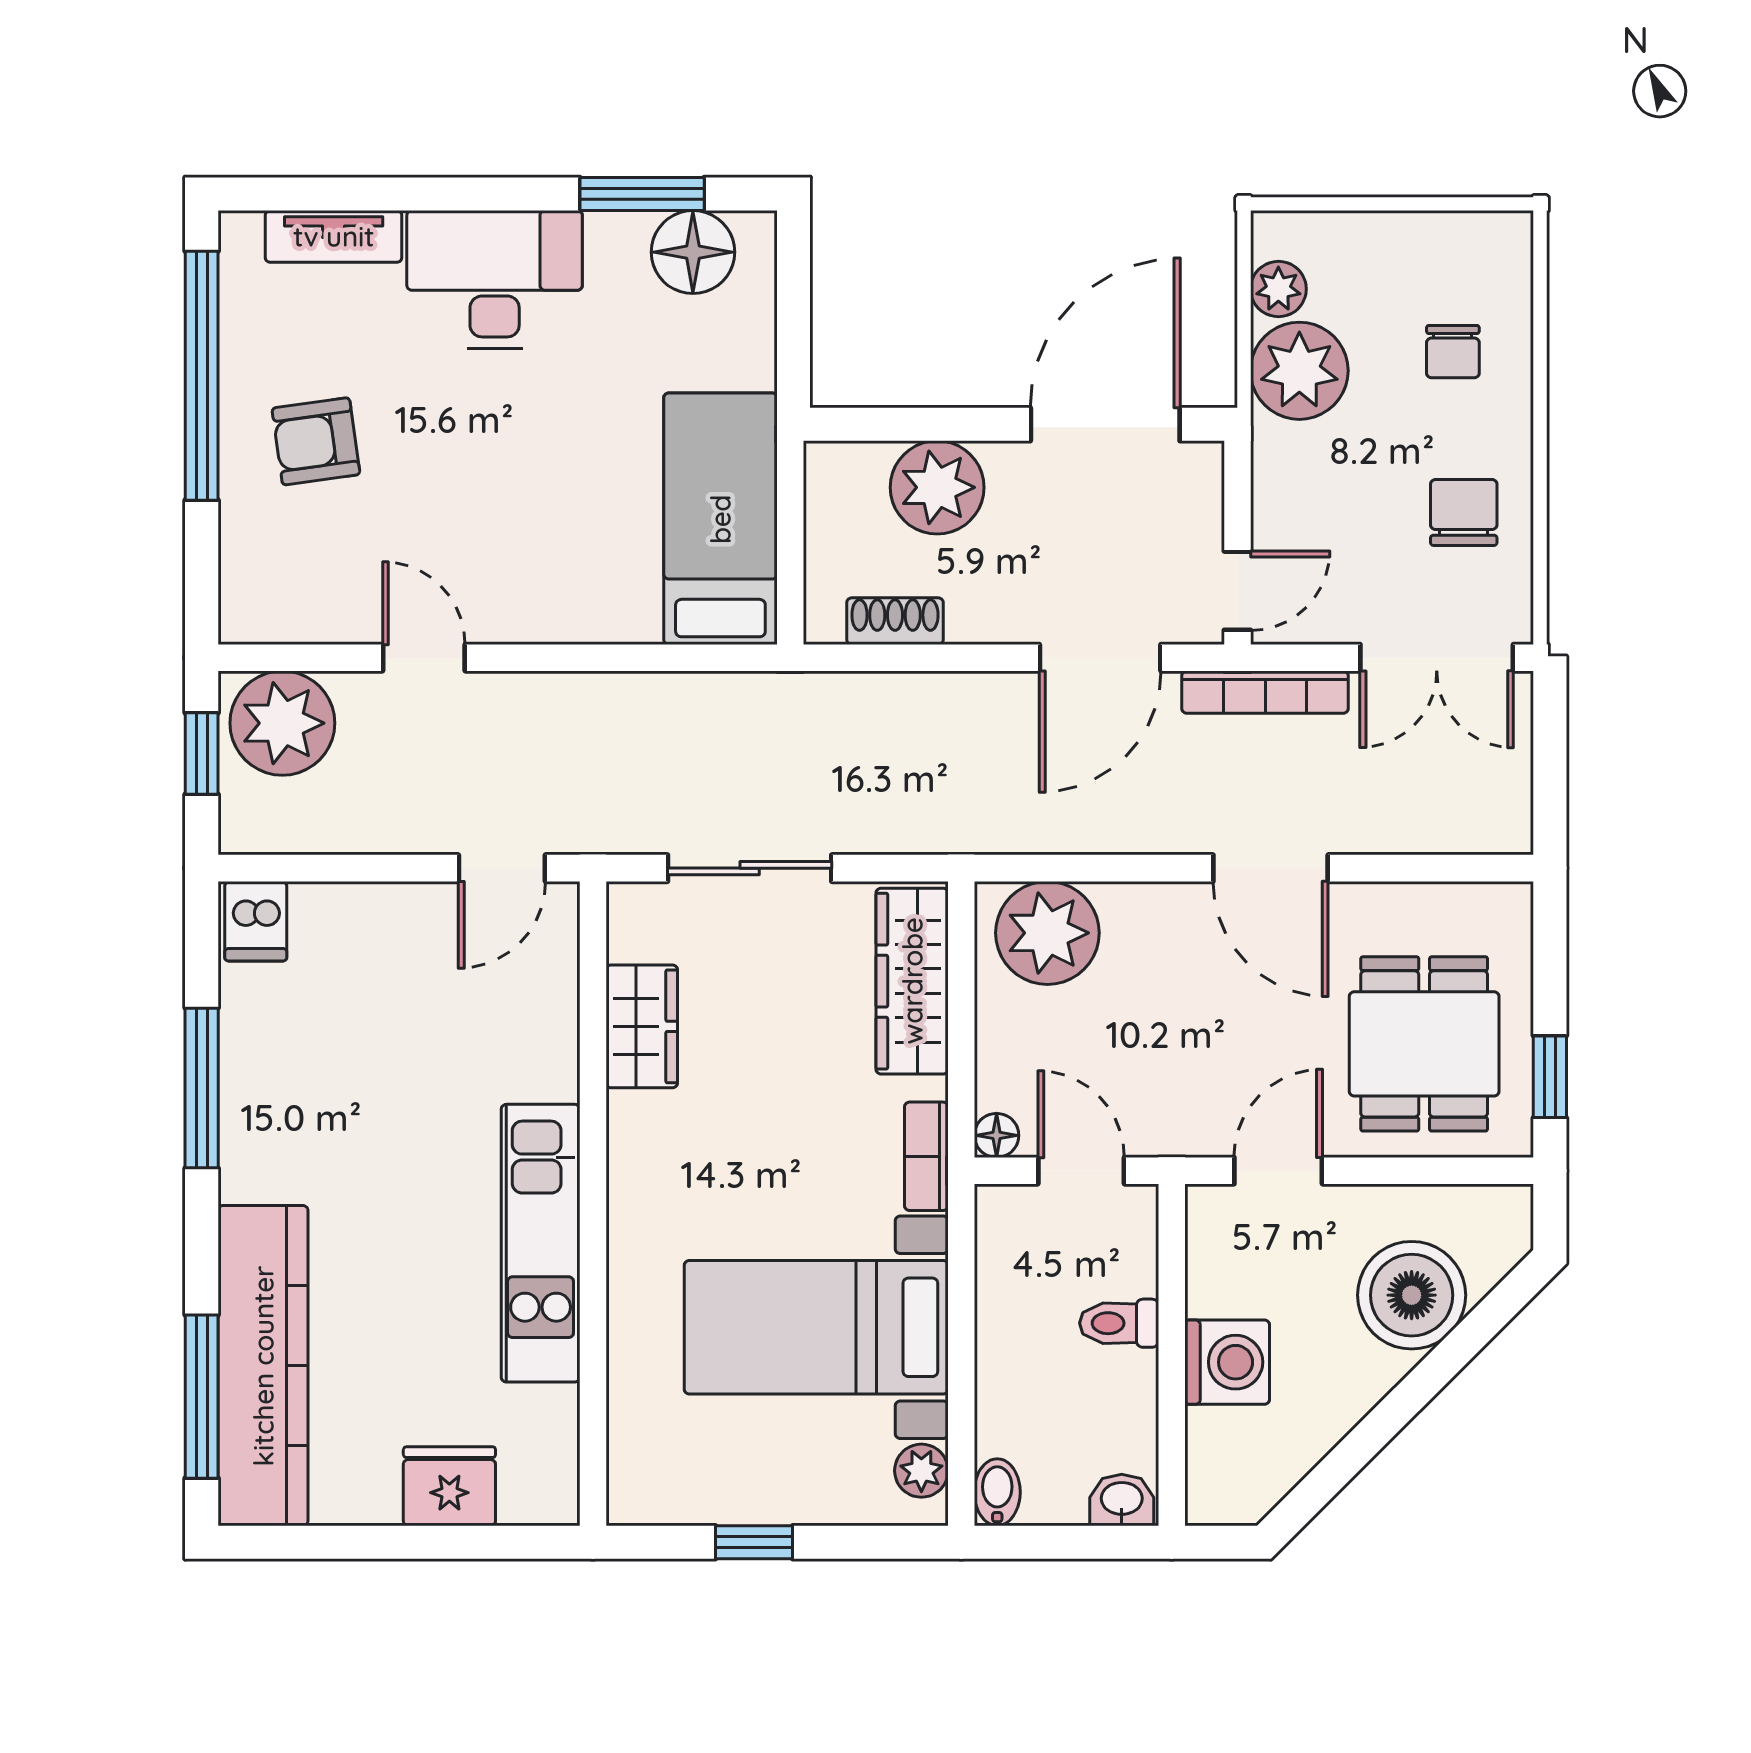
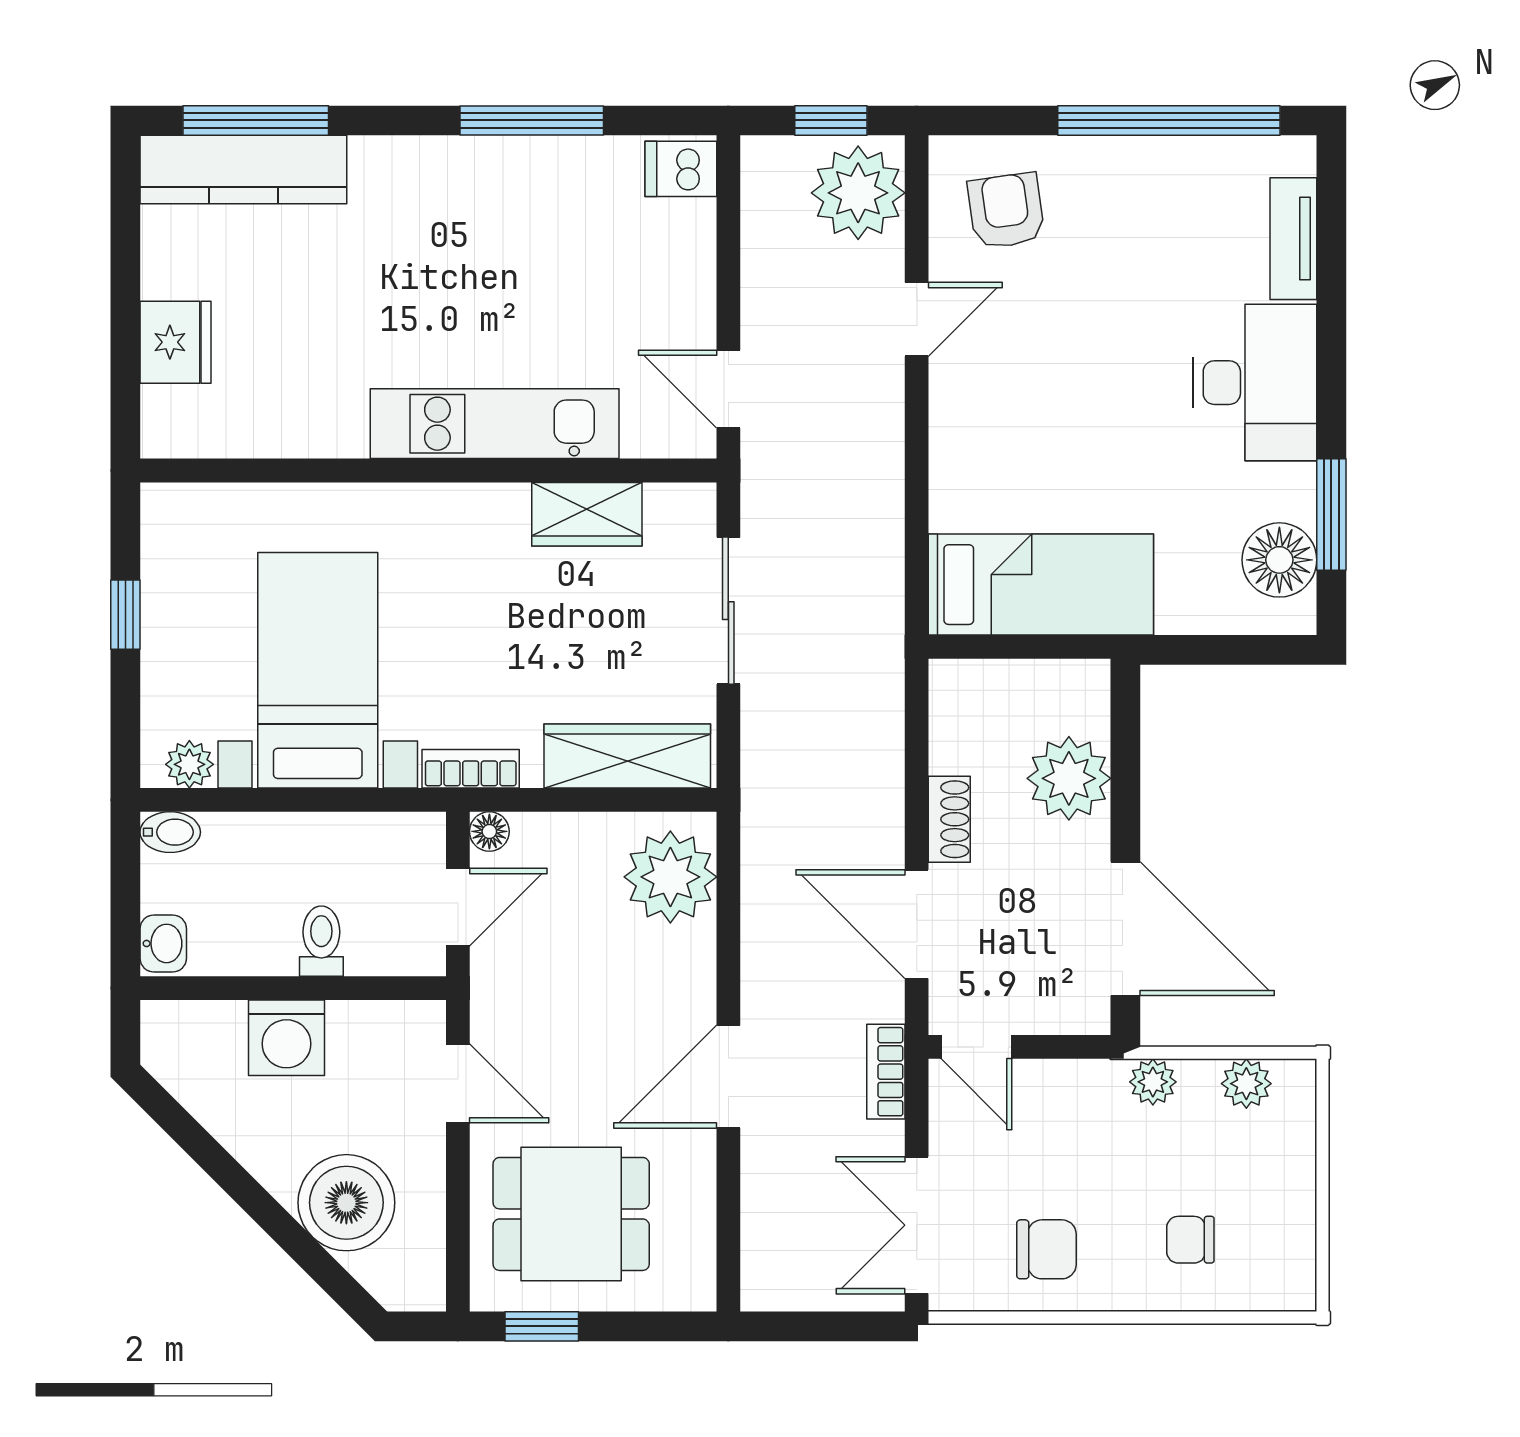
plant: (1299, 371) -> (1153, 1082), width x0.53, depth x0.53
armchair: (316, 441) -> (1006, 211), moved
shoe rack: (895, 621) -> (949, 819), moved
bookcase: (1265, 692) -> (886, 1072), width x0.64
kitchen unit: (541, 1243) -> (495, 424), moved
kitchen counter: (263, 1366) -> (243, 170), width x0.72, depth x0.86

